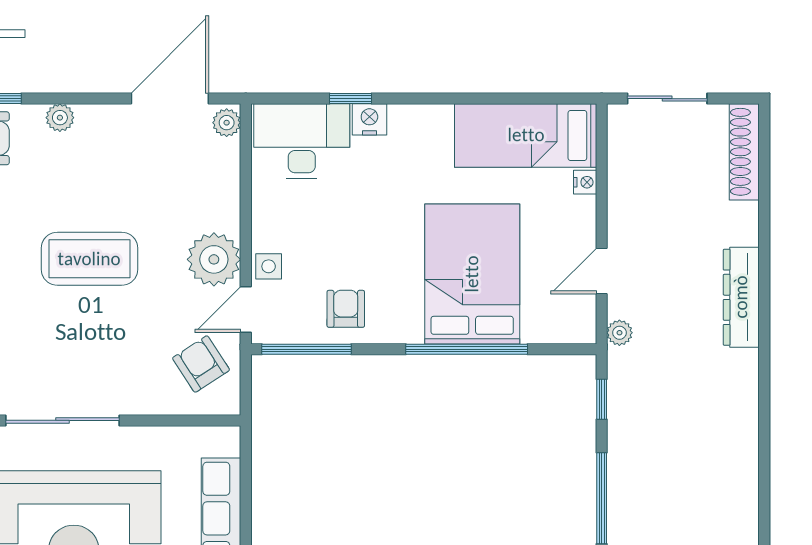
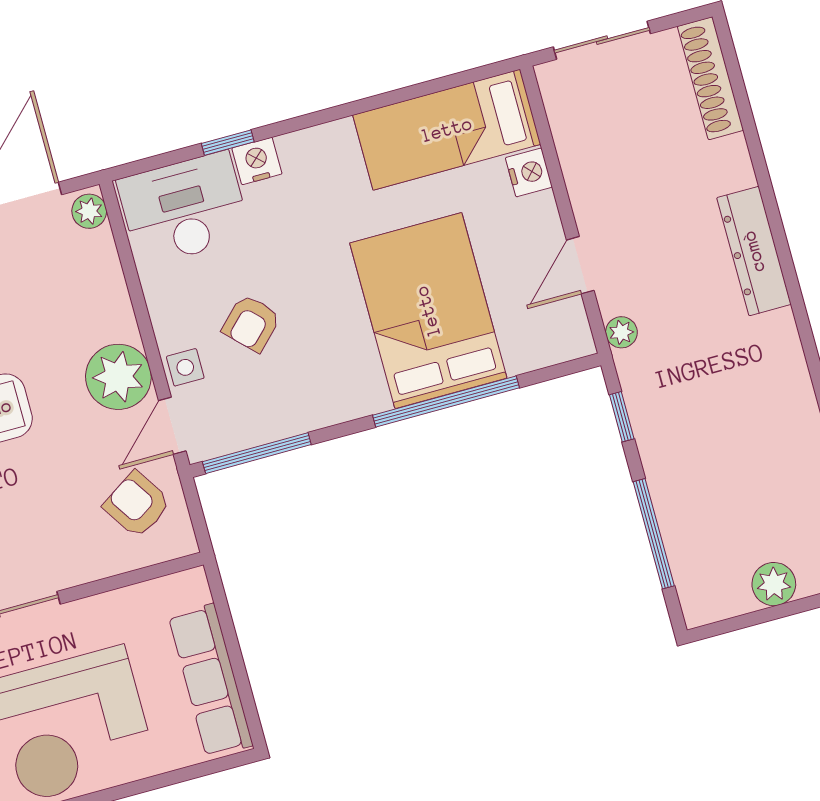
nightstand: (585, 182) -> (529, 172), width x1.39, depth x1.35
armchair: (346, 309) -> (251, 323), moved, turned -135

